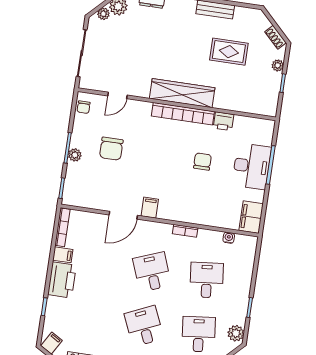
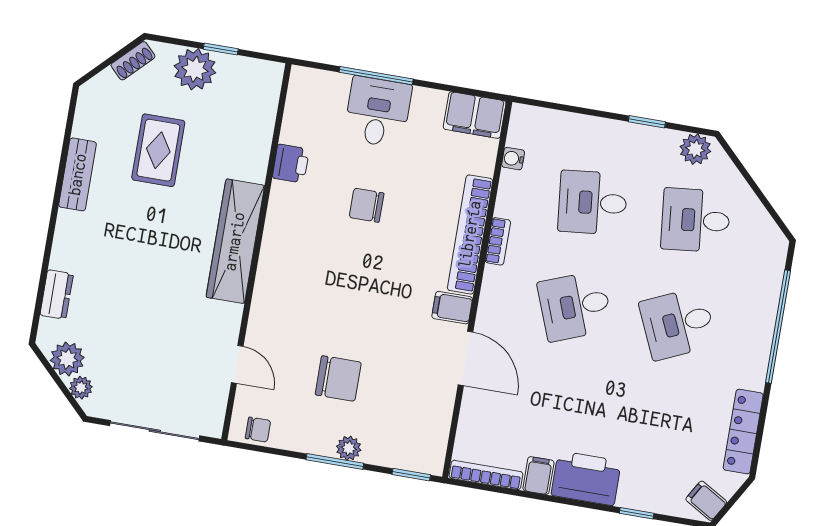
plant: (278, 65) -> (195, 69), width x1.88, depth x1.88
bookcase: (183, 114) -> (470, 234), moved, turned 180
desk: (252, 166) -> (378, 112), width x0.73

